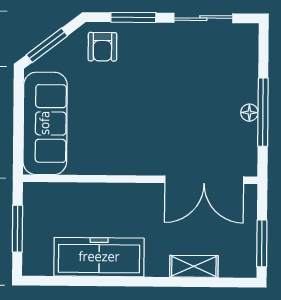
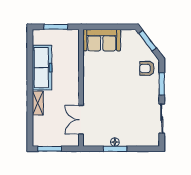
window: (263, 112) -> (115, 149), width x0.69
sofa: (45, 123) -> (102, 40), width x0.73
double door: (204, 180) -> (81, 120), width x0.73
shelving: (194, 266) -> (38, 103), moved

